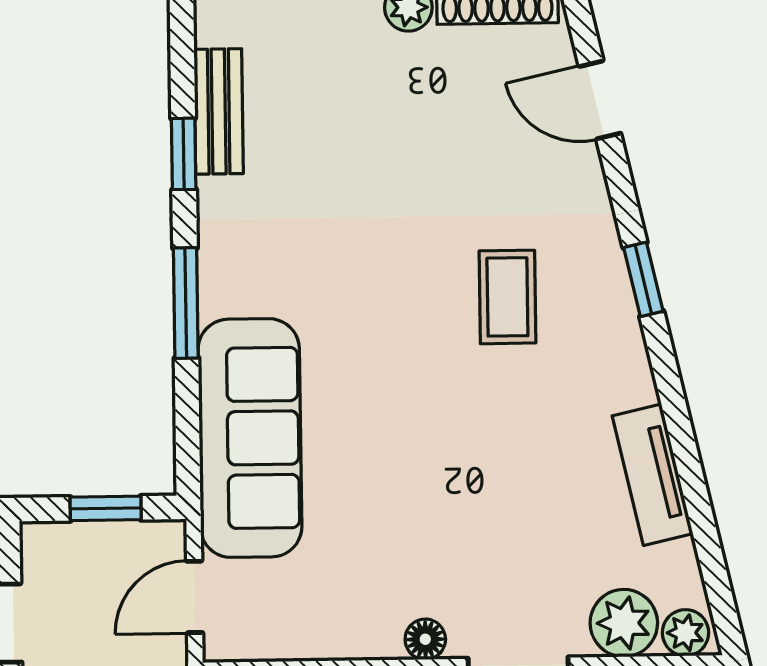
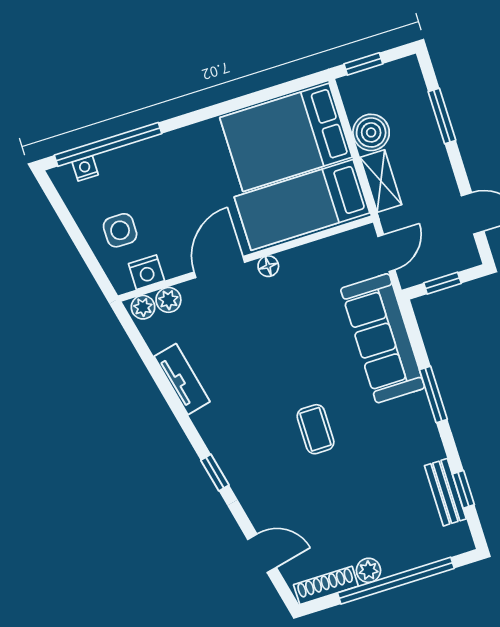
window: (184, 154) -> (463, 489), moved
coffee table: (507, 297) -> (315, 429), moved
plant: (624, 623) -> (168, 300), width x0.73, depth x0.73

